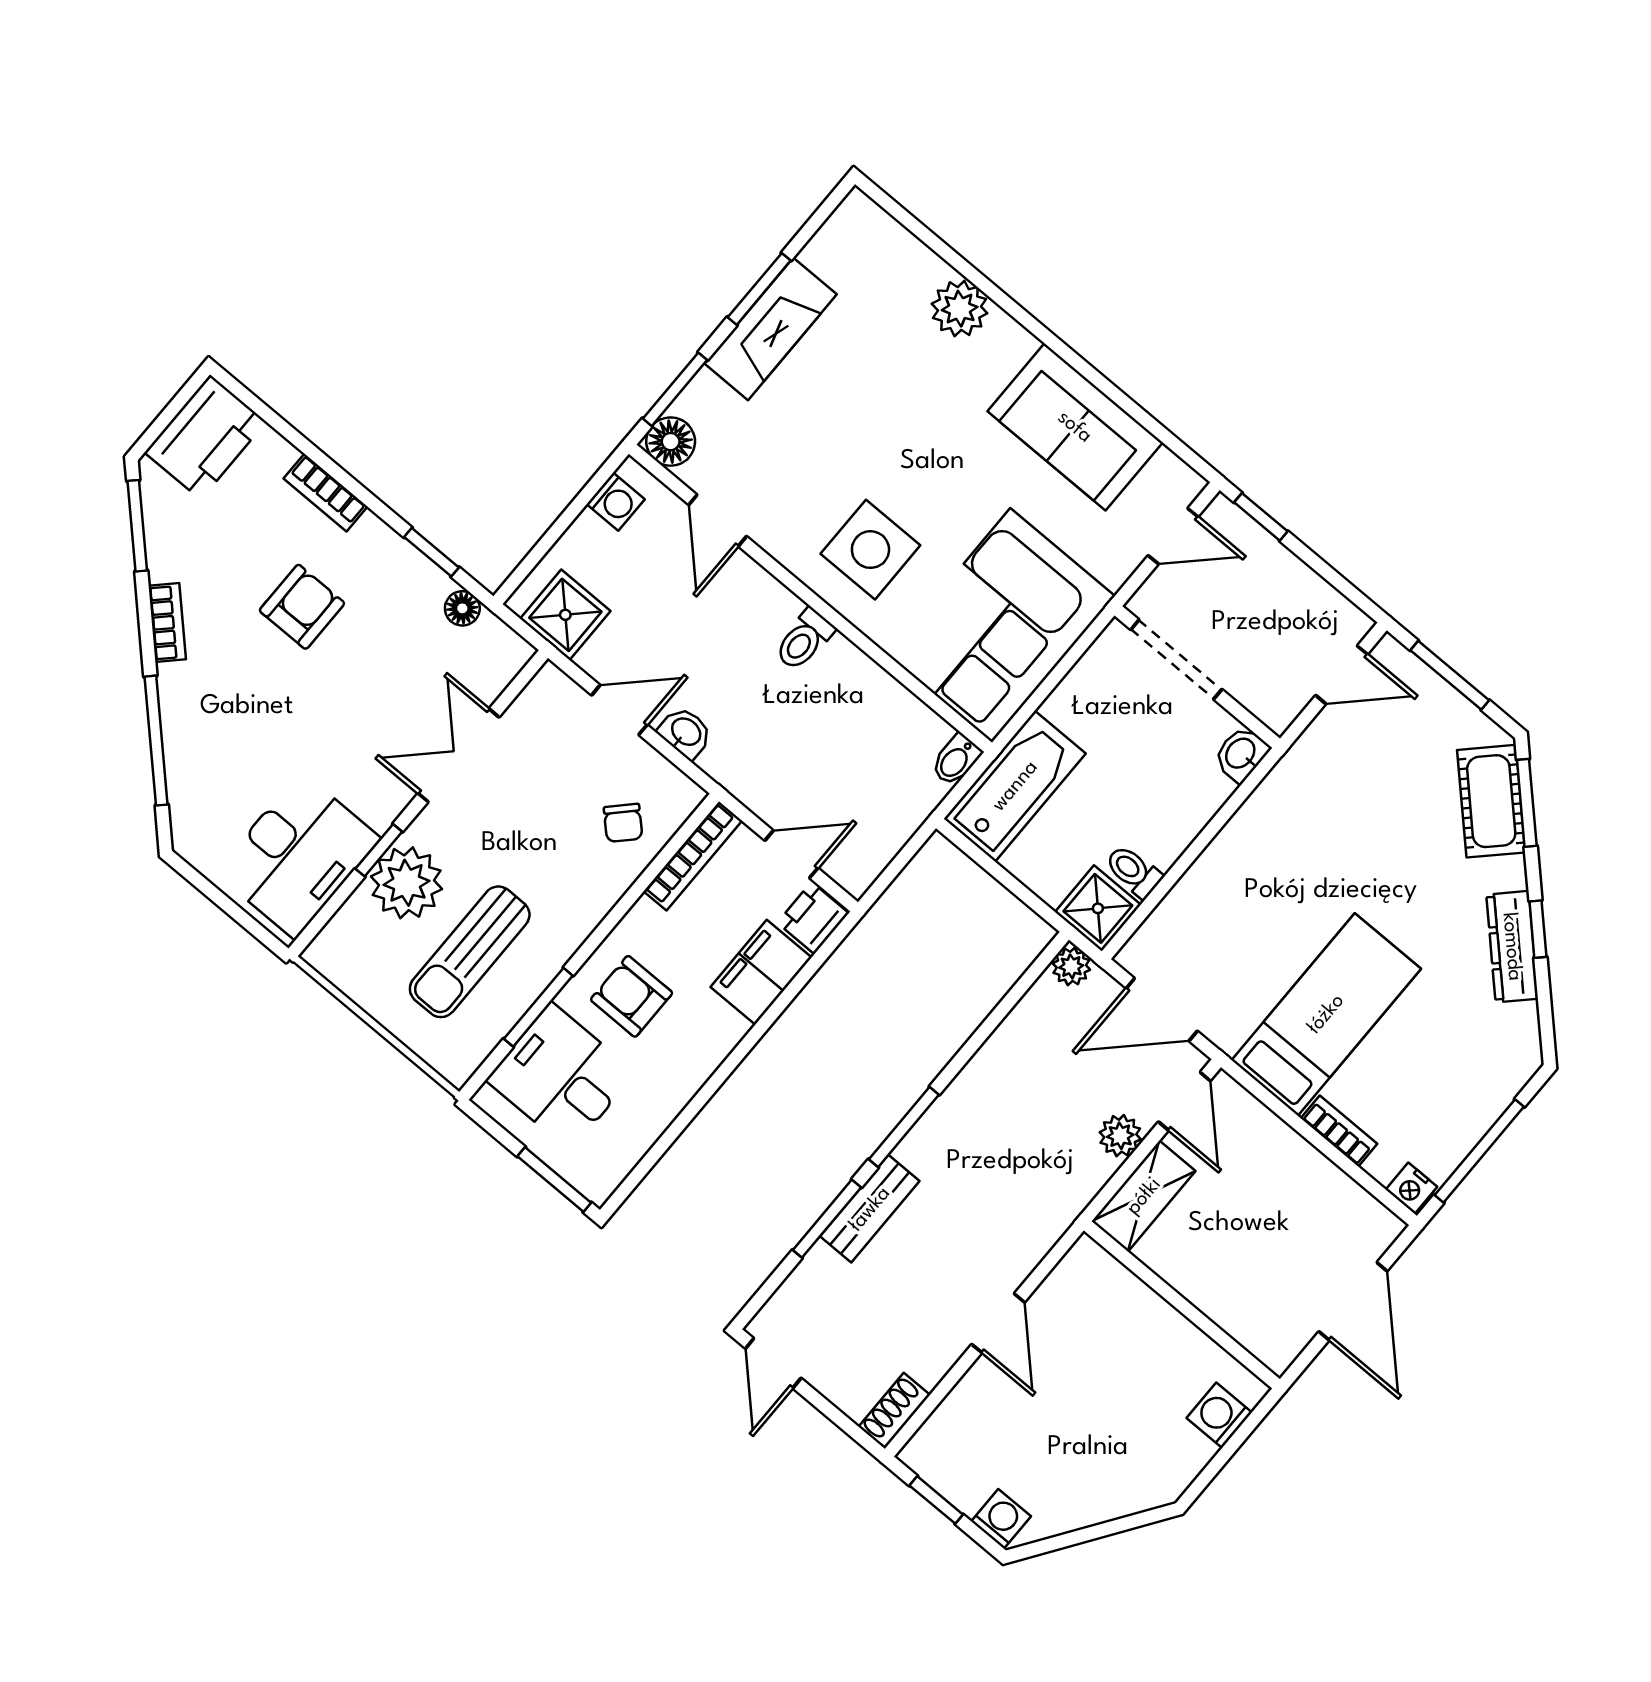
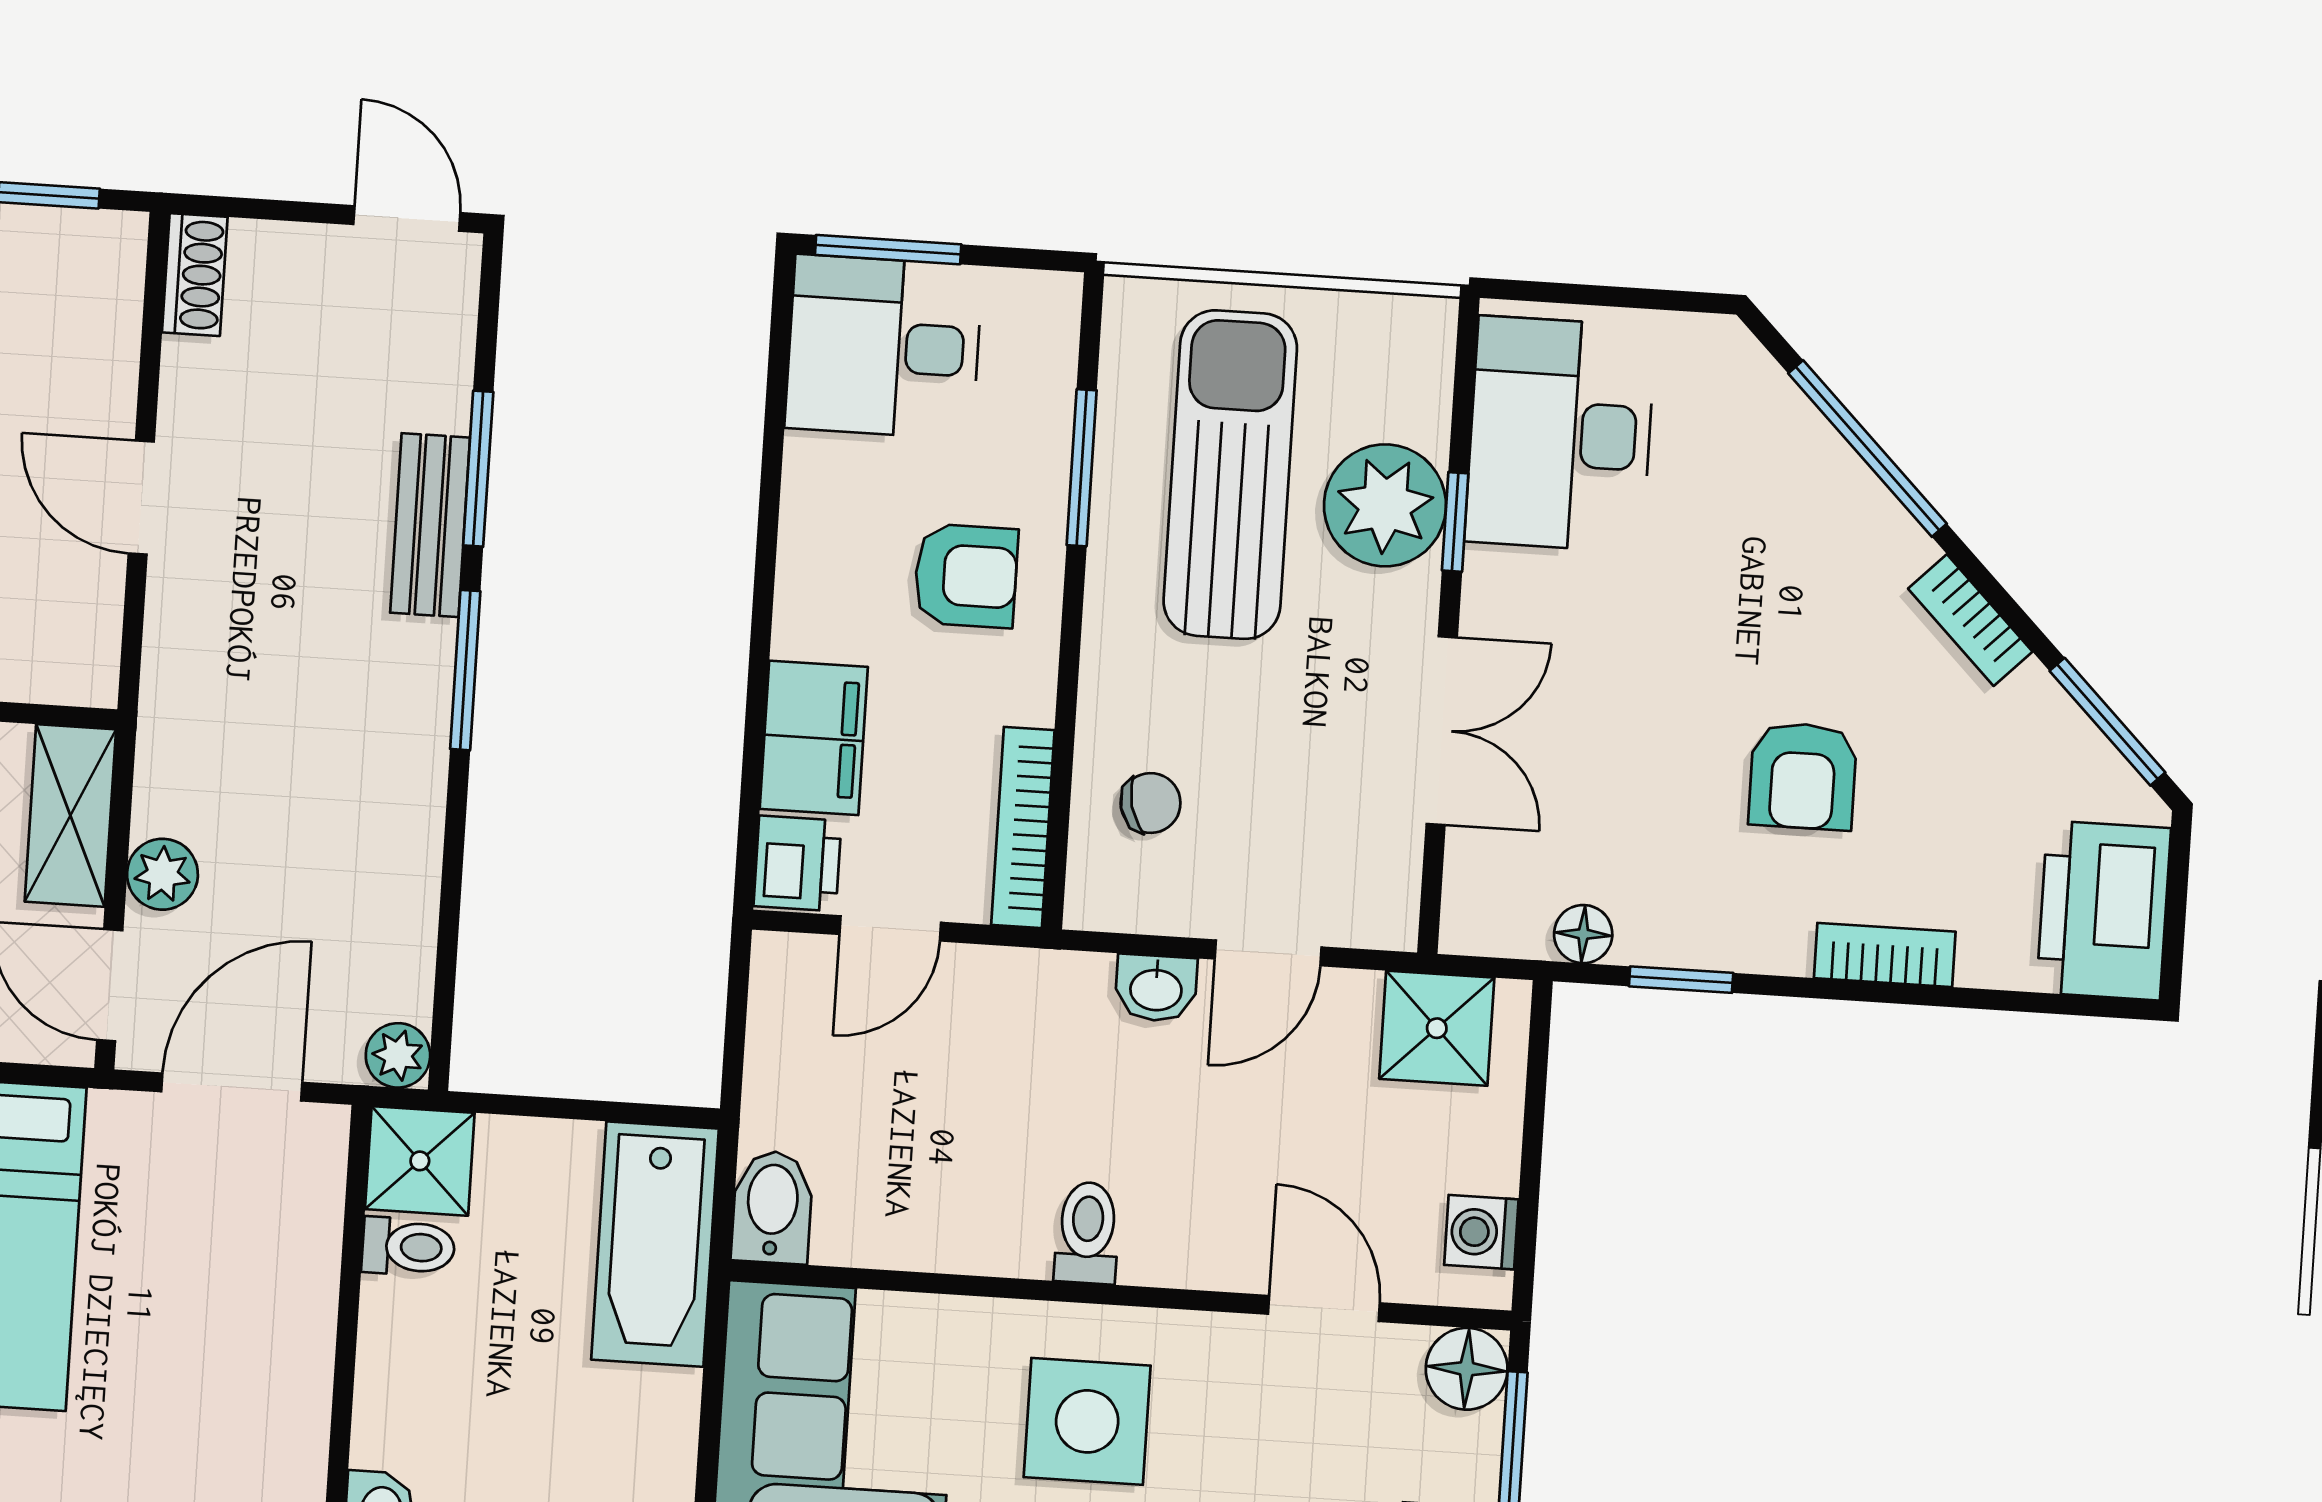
bidet: (956, 760) -> (772, 1207), width x1.38, depth x1.36
chair: (623, 823) -> (1151, 803), turned 122
sun lounger: (470, 952) -> (1230, 475), width x1.36, depth x1.34
desk: (561, 1076) -> (884, 347), moved, turned 180

